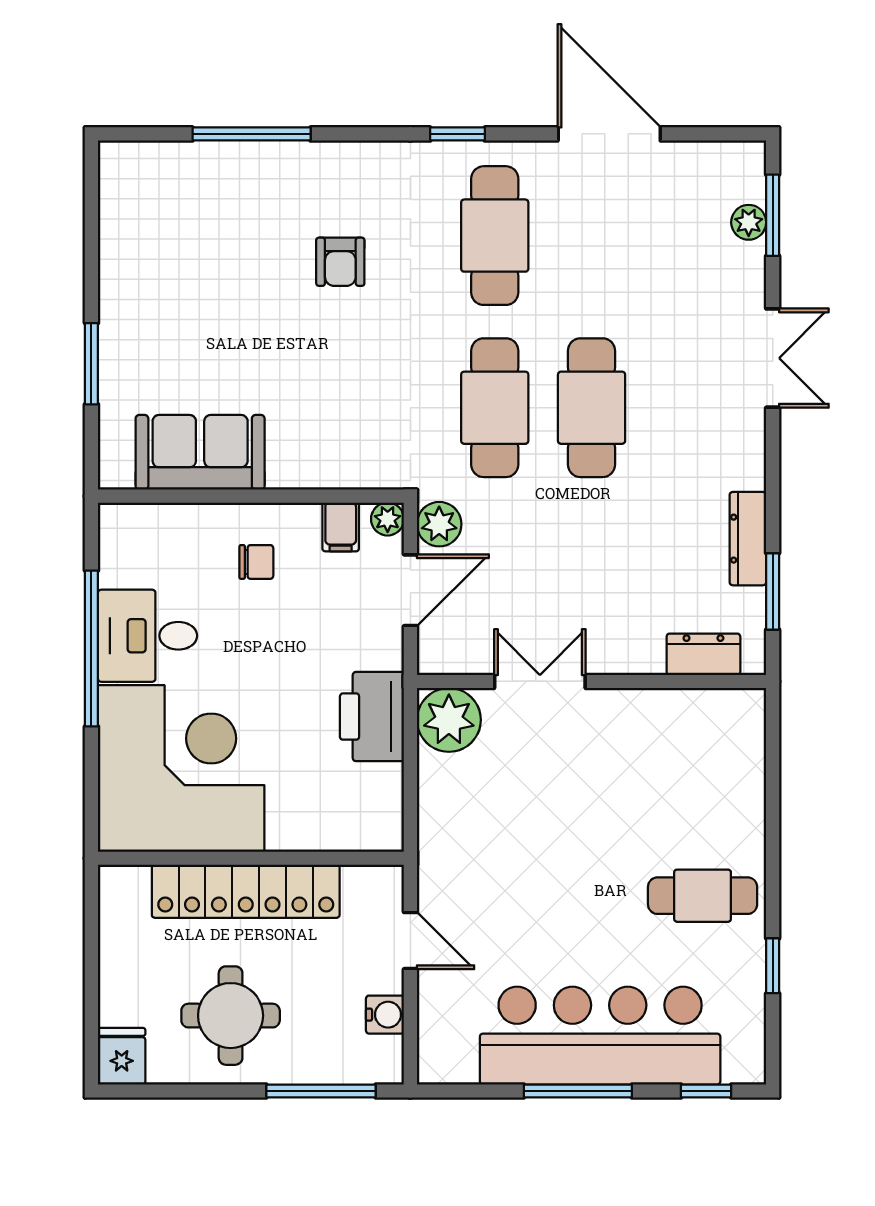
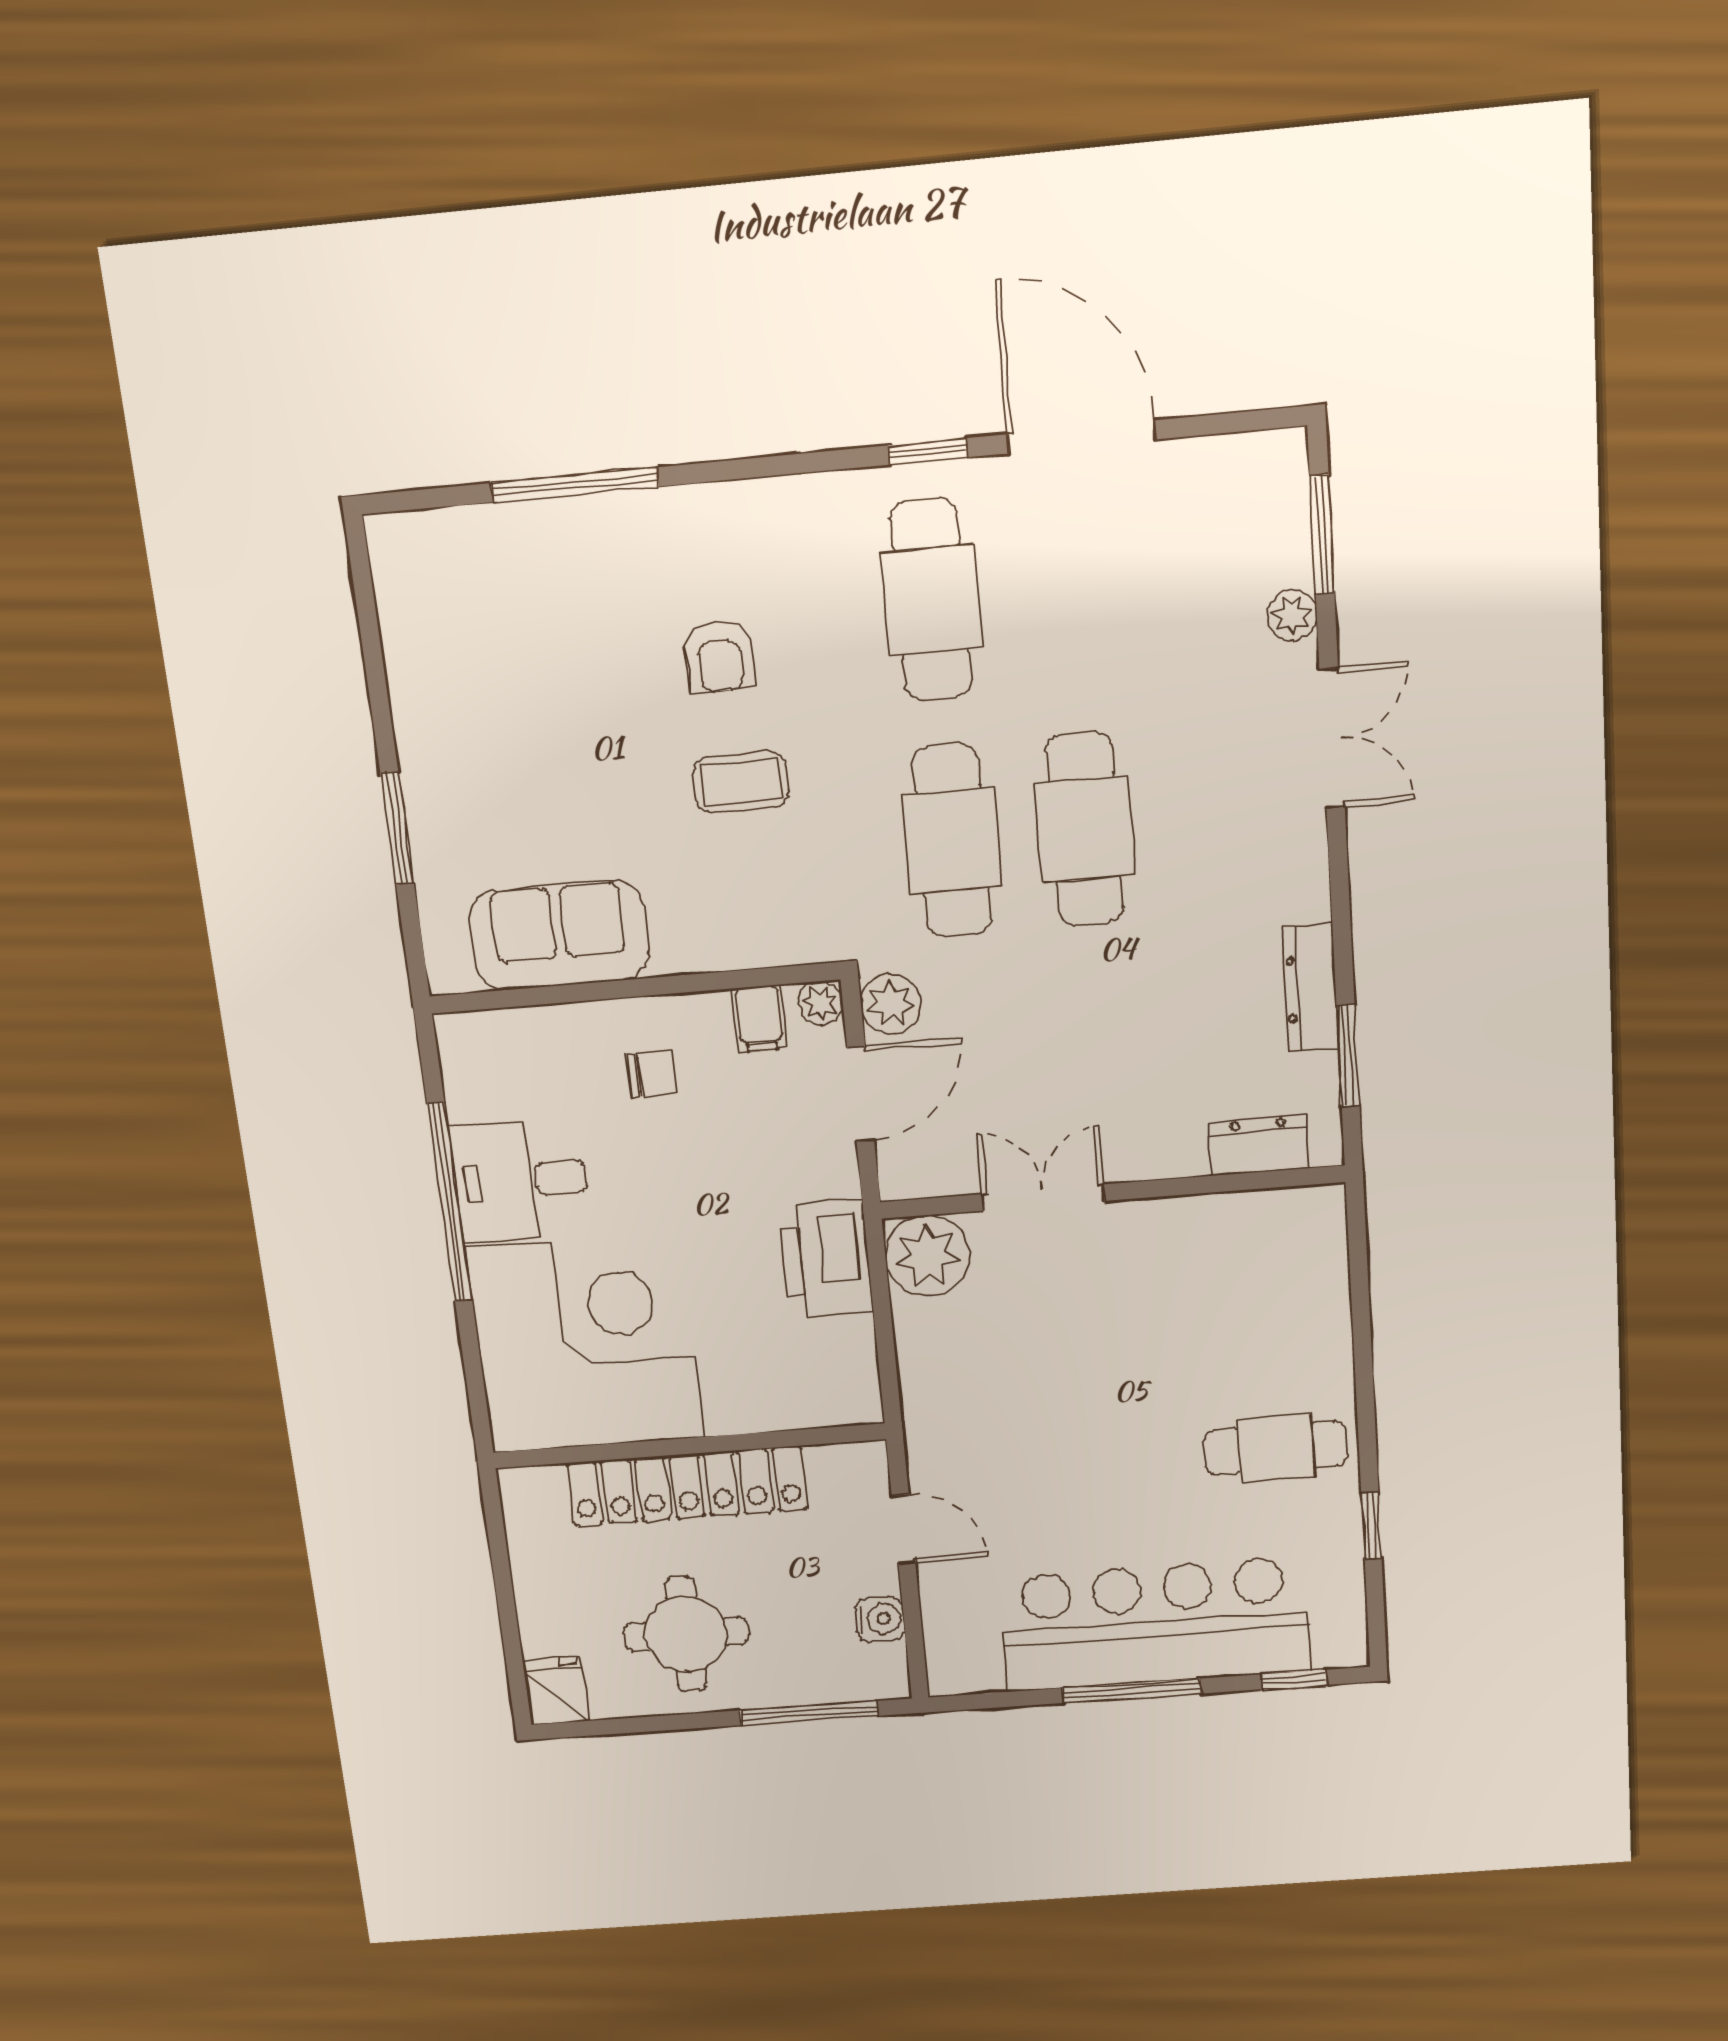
window: (458, 134) -> (928, 451), moved
plant: (749, 222) -> (1292, 615), moved
coffee table: (346, 352) -> (741, 782), added

